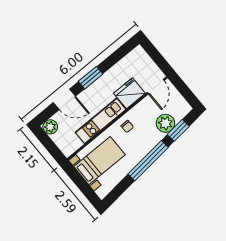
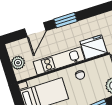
door: (64, 99) -> (35, 30), hinge flipped
plant: (50, 127) -> (18, 63), moved

